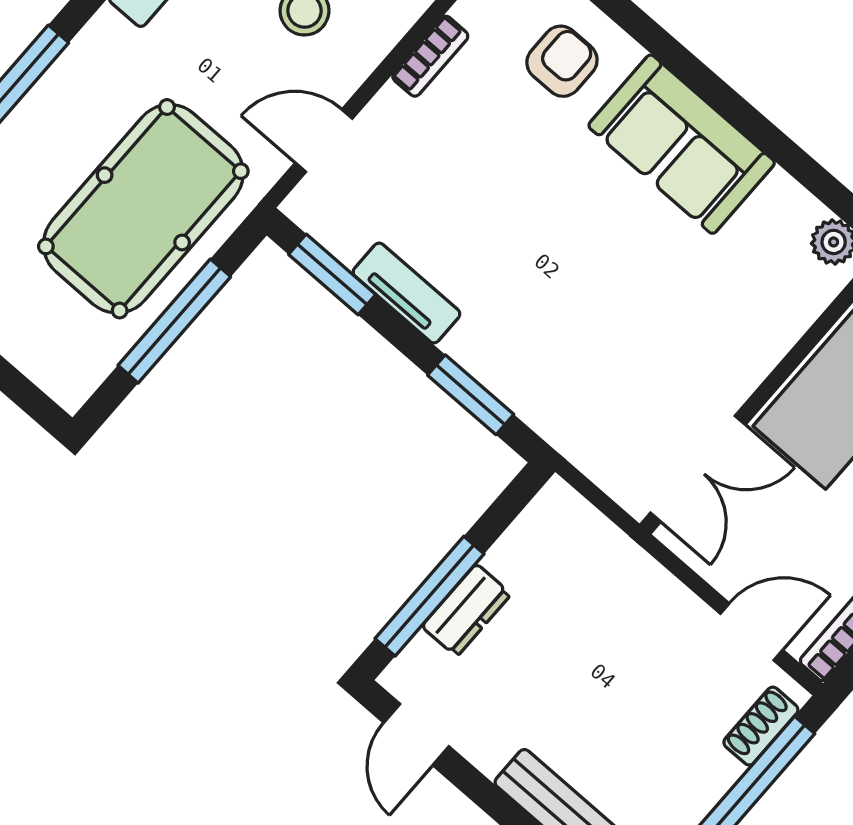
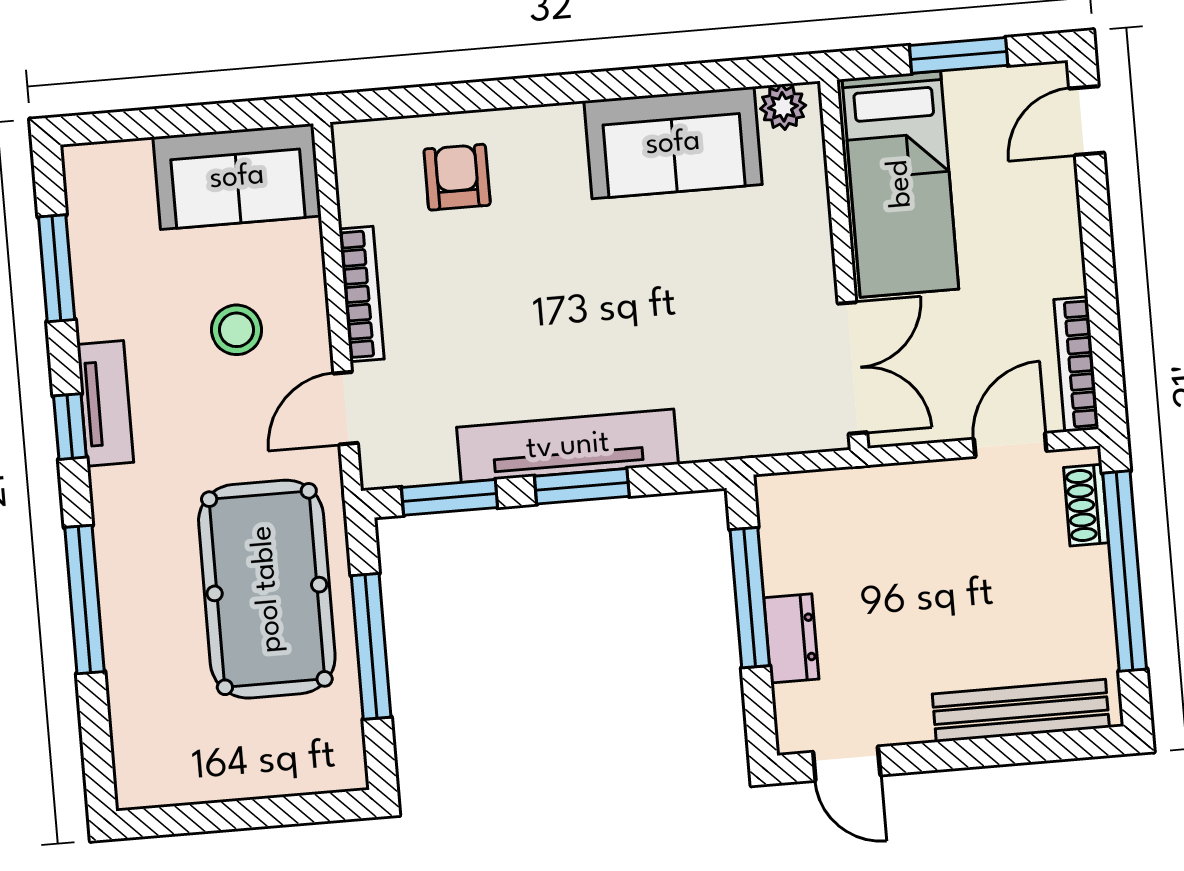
bookcase: (430, 56) -> (362, 294), width x1.56
sofa: (682, 144) -> (673, 143), moved
tv unit: (406, 293) -> (568, 446), width x1.92, depth x1.29
window: (471, 395) -> (582, 486), moved
window: (429, 596) -> (750, 598), moved

